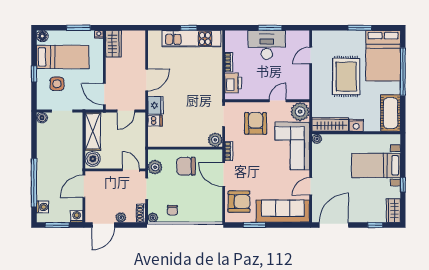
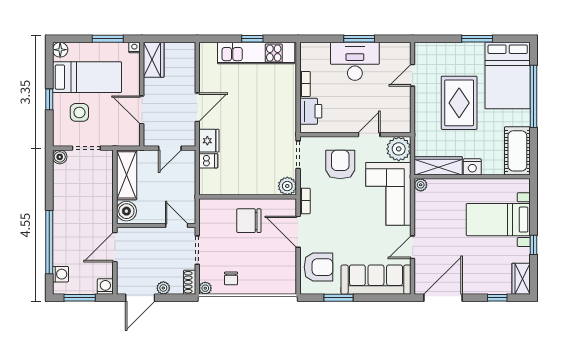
door: (104, 94) -> (142, 110), moved
plant: (155, 167) -> (208, 222), removed

